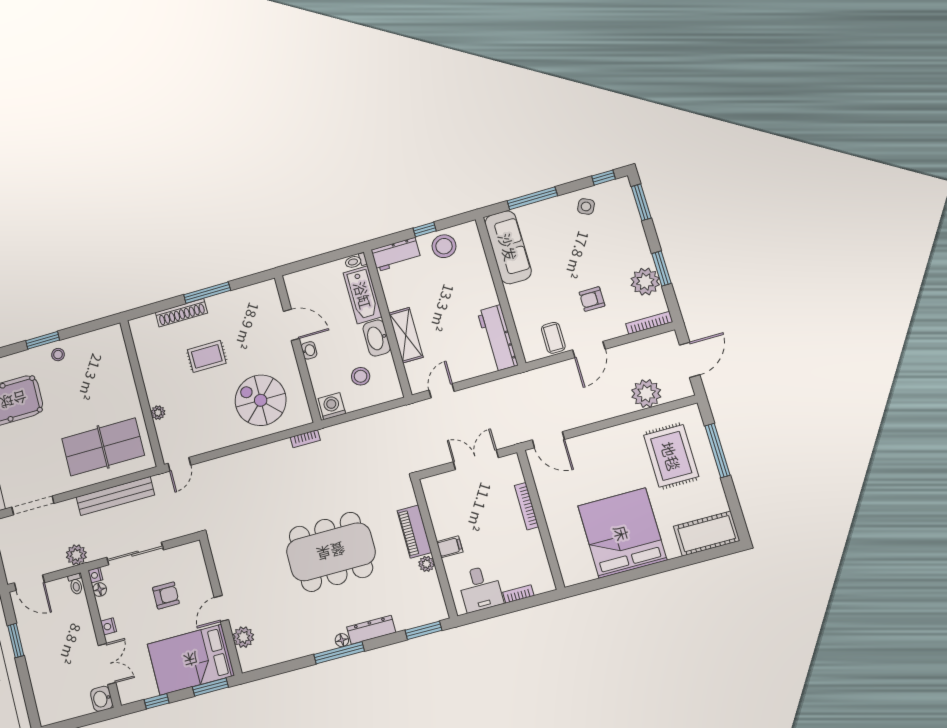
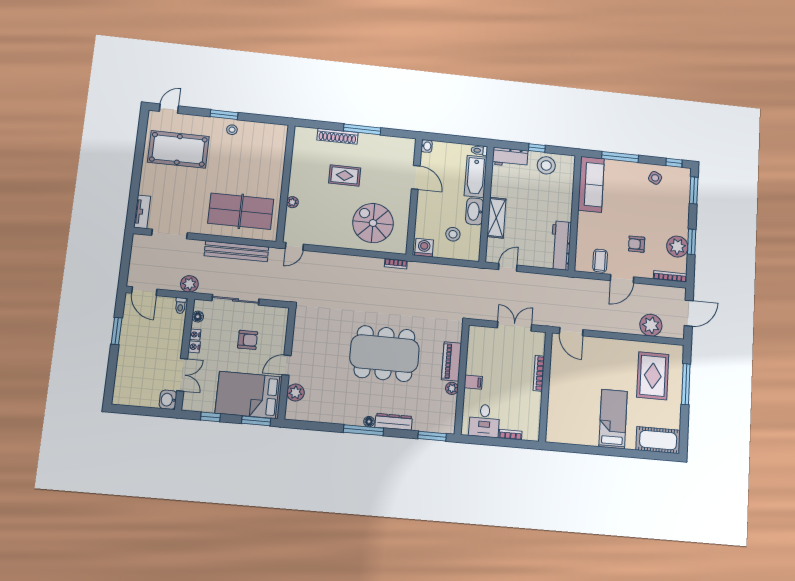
washbasin: (309, 350) -> (427, 146), moved
bed: (622, 533) -> (613, 419), width x0.49
nightstand: (95, 575) -> (195, 335), moved

